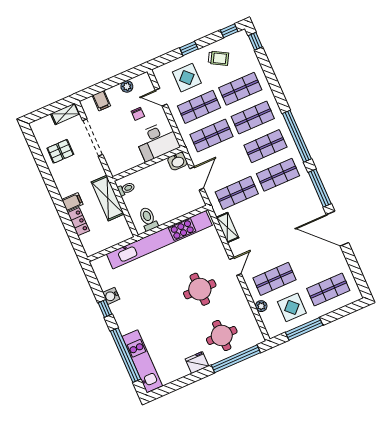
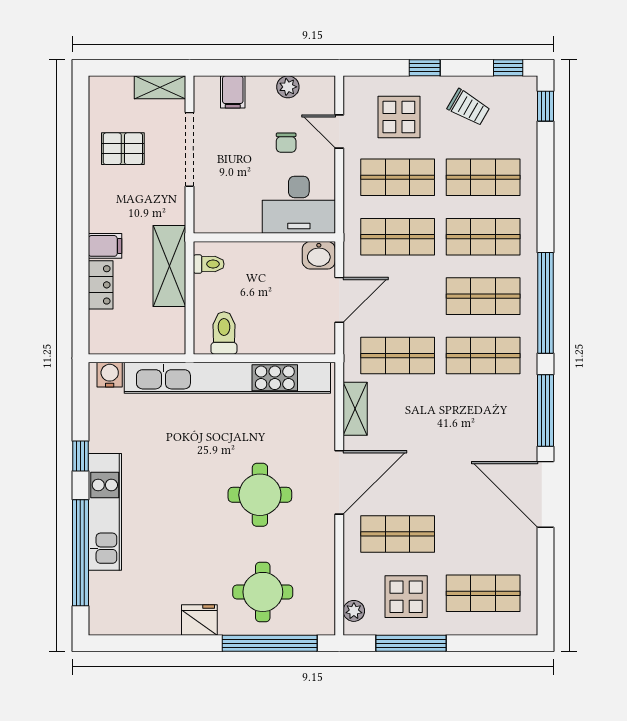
door: (235, 266) -> (339, 482), width x1.88
water cooler: (111, 296) -> (110, 375), moved, turned 90
plant: (261, 306) -> (354, 611), moved
kitchen unit: (142, 361) -> (105, 512), moved

